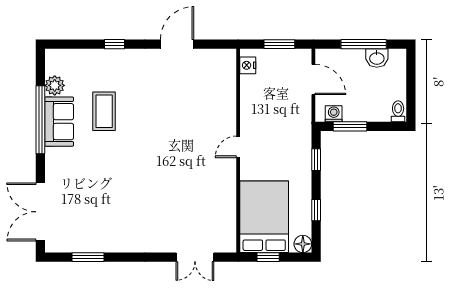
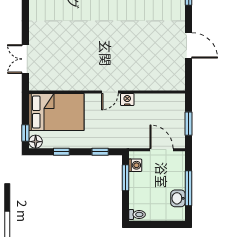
nightstand: (248, 65) -> (127, 100), moved
door: (313, 80) -> (161, 150), swing flipped
door: (238, 147) -> (110, 92), swing flipped
window: (268, 257) -> (25, 133), moved

